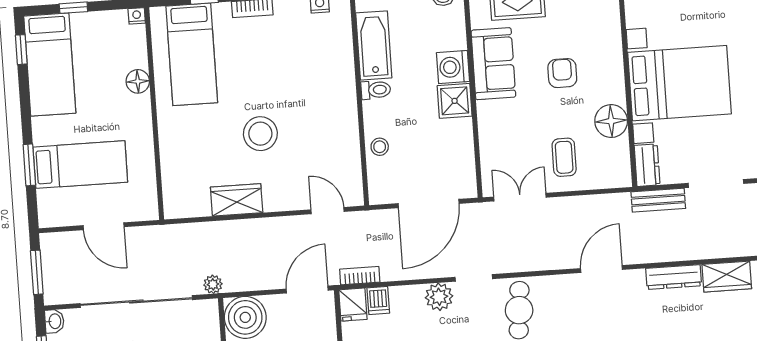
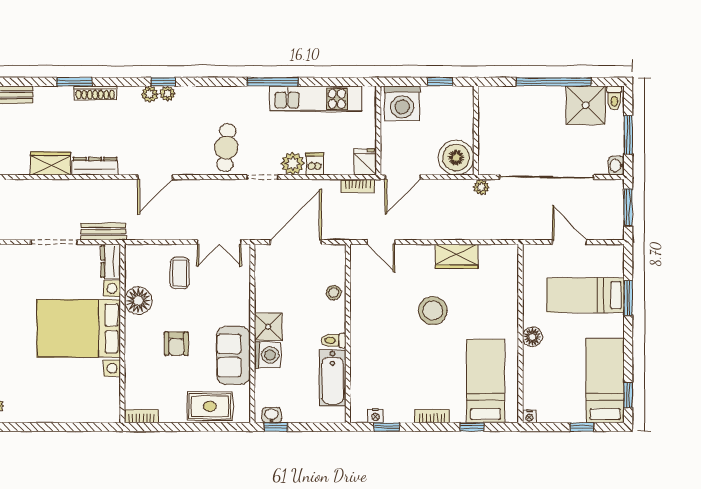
floor lamp: (138, 81) -> (532, 337), moved
dishwasher: (378, 300) -> (315, 164), moved

